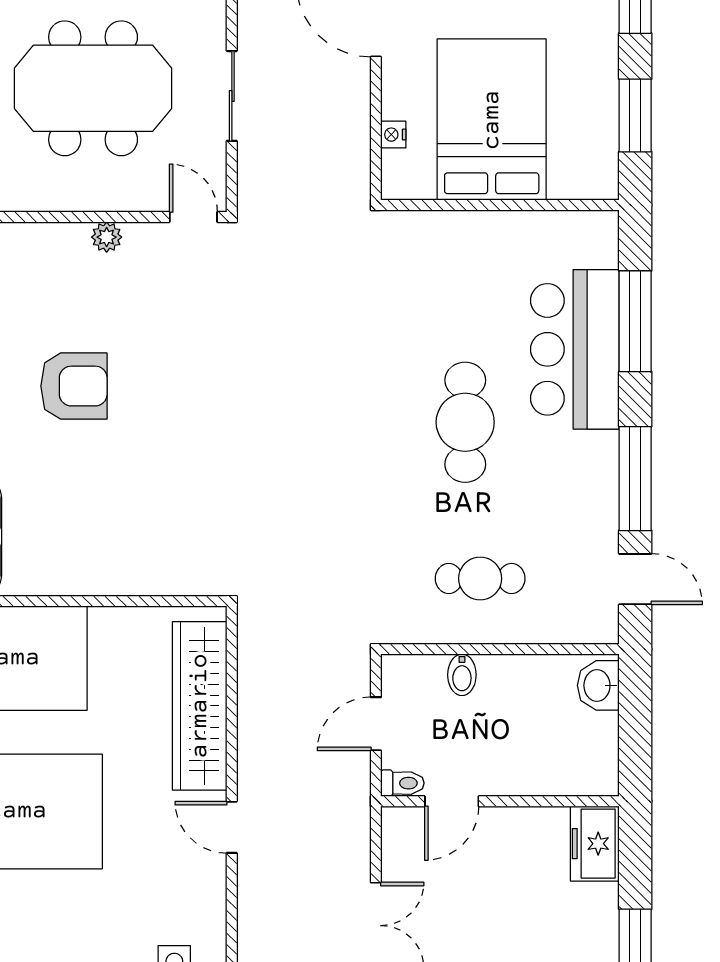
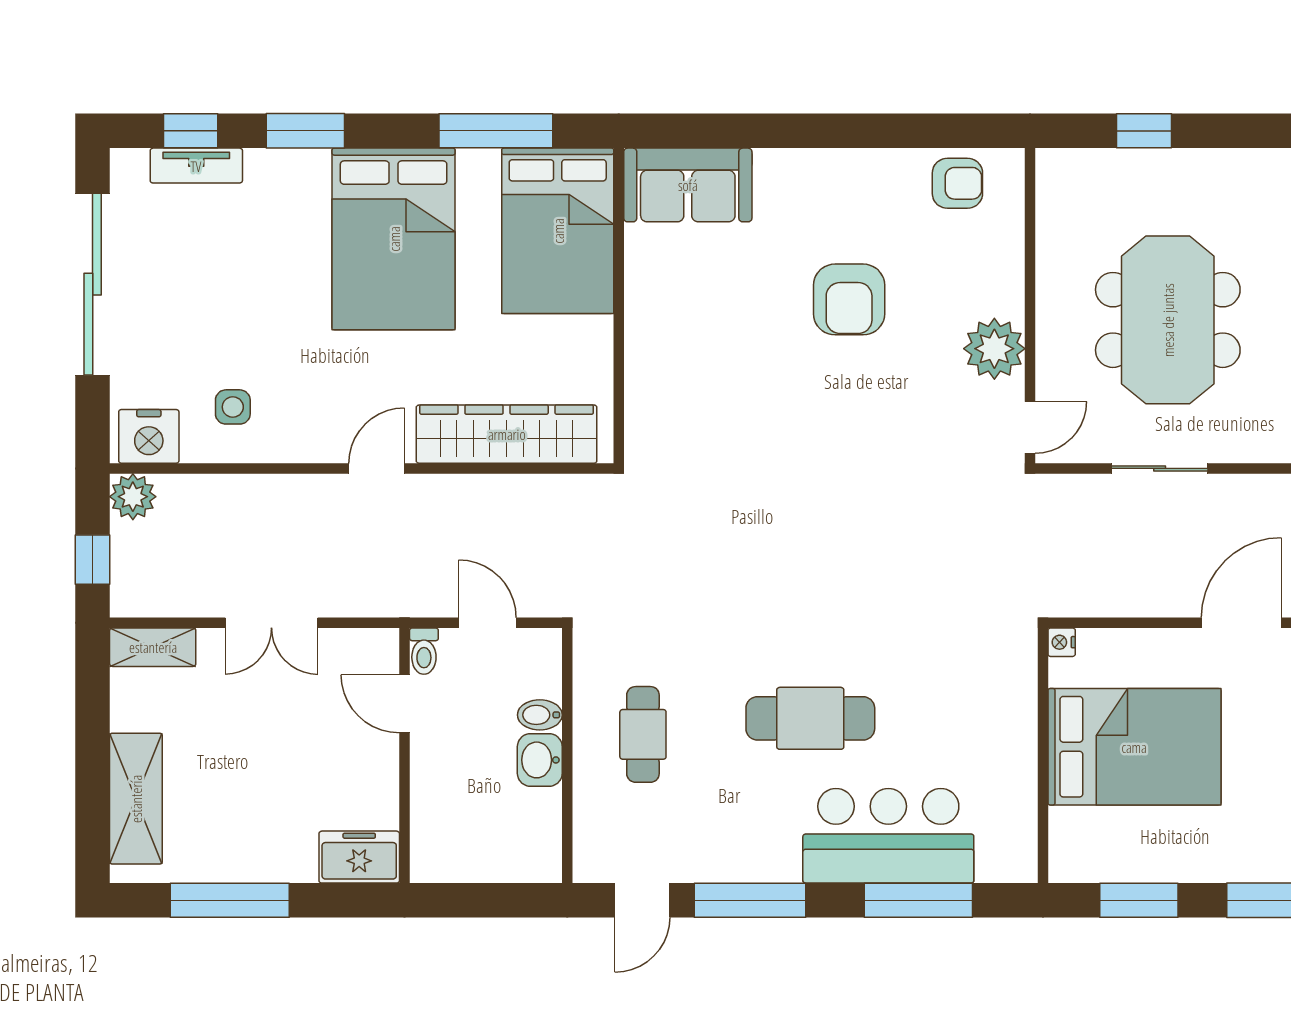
nightstand: (393, 135) -> (1062, 642), moved, turned -90
plant: (107, 237) -> (994, 349), width x1.88, depth x1.88
washbasin: (598, 685) -> (540, 760), moved, turned -90

